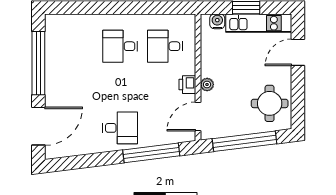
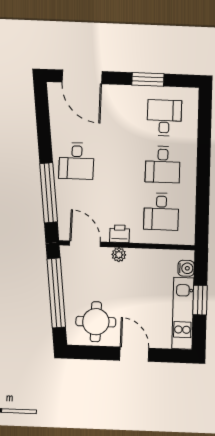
desk: (75, 46) -> (164, 118), added
desk: (120, 46) -> (163, 164), turned 180
desk: (165, 46) -> (161, 211), turned 180
door: (298, 52) -> (134, 354), moved
window: (38, 63) -> (148, 79), width x0.47

